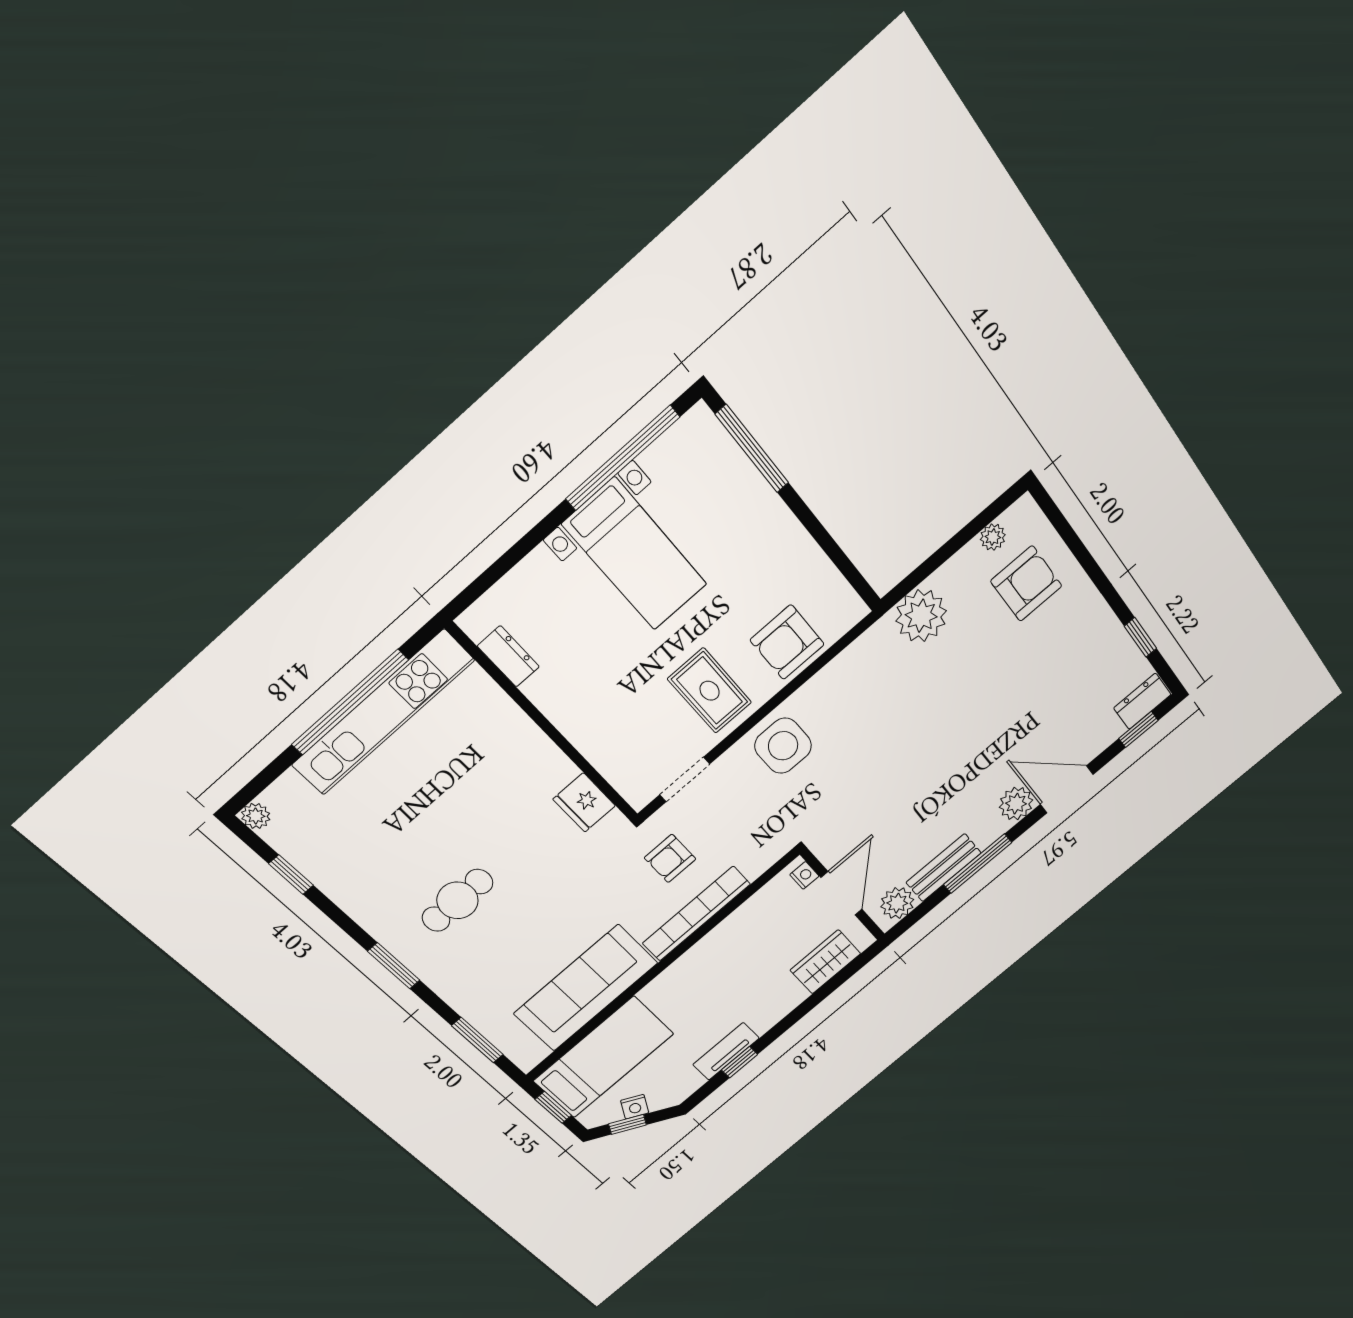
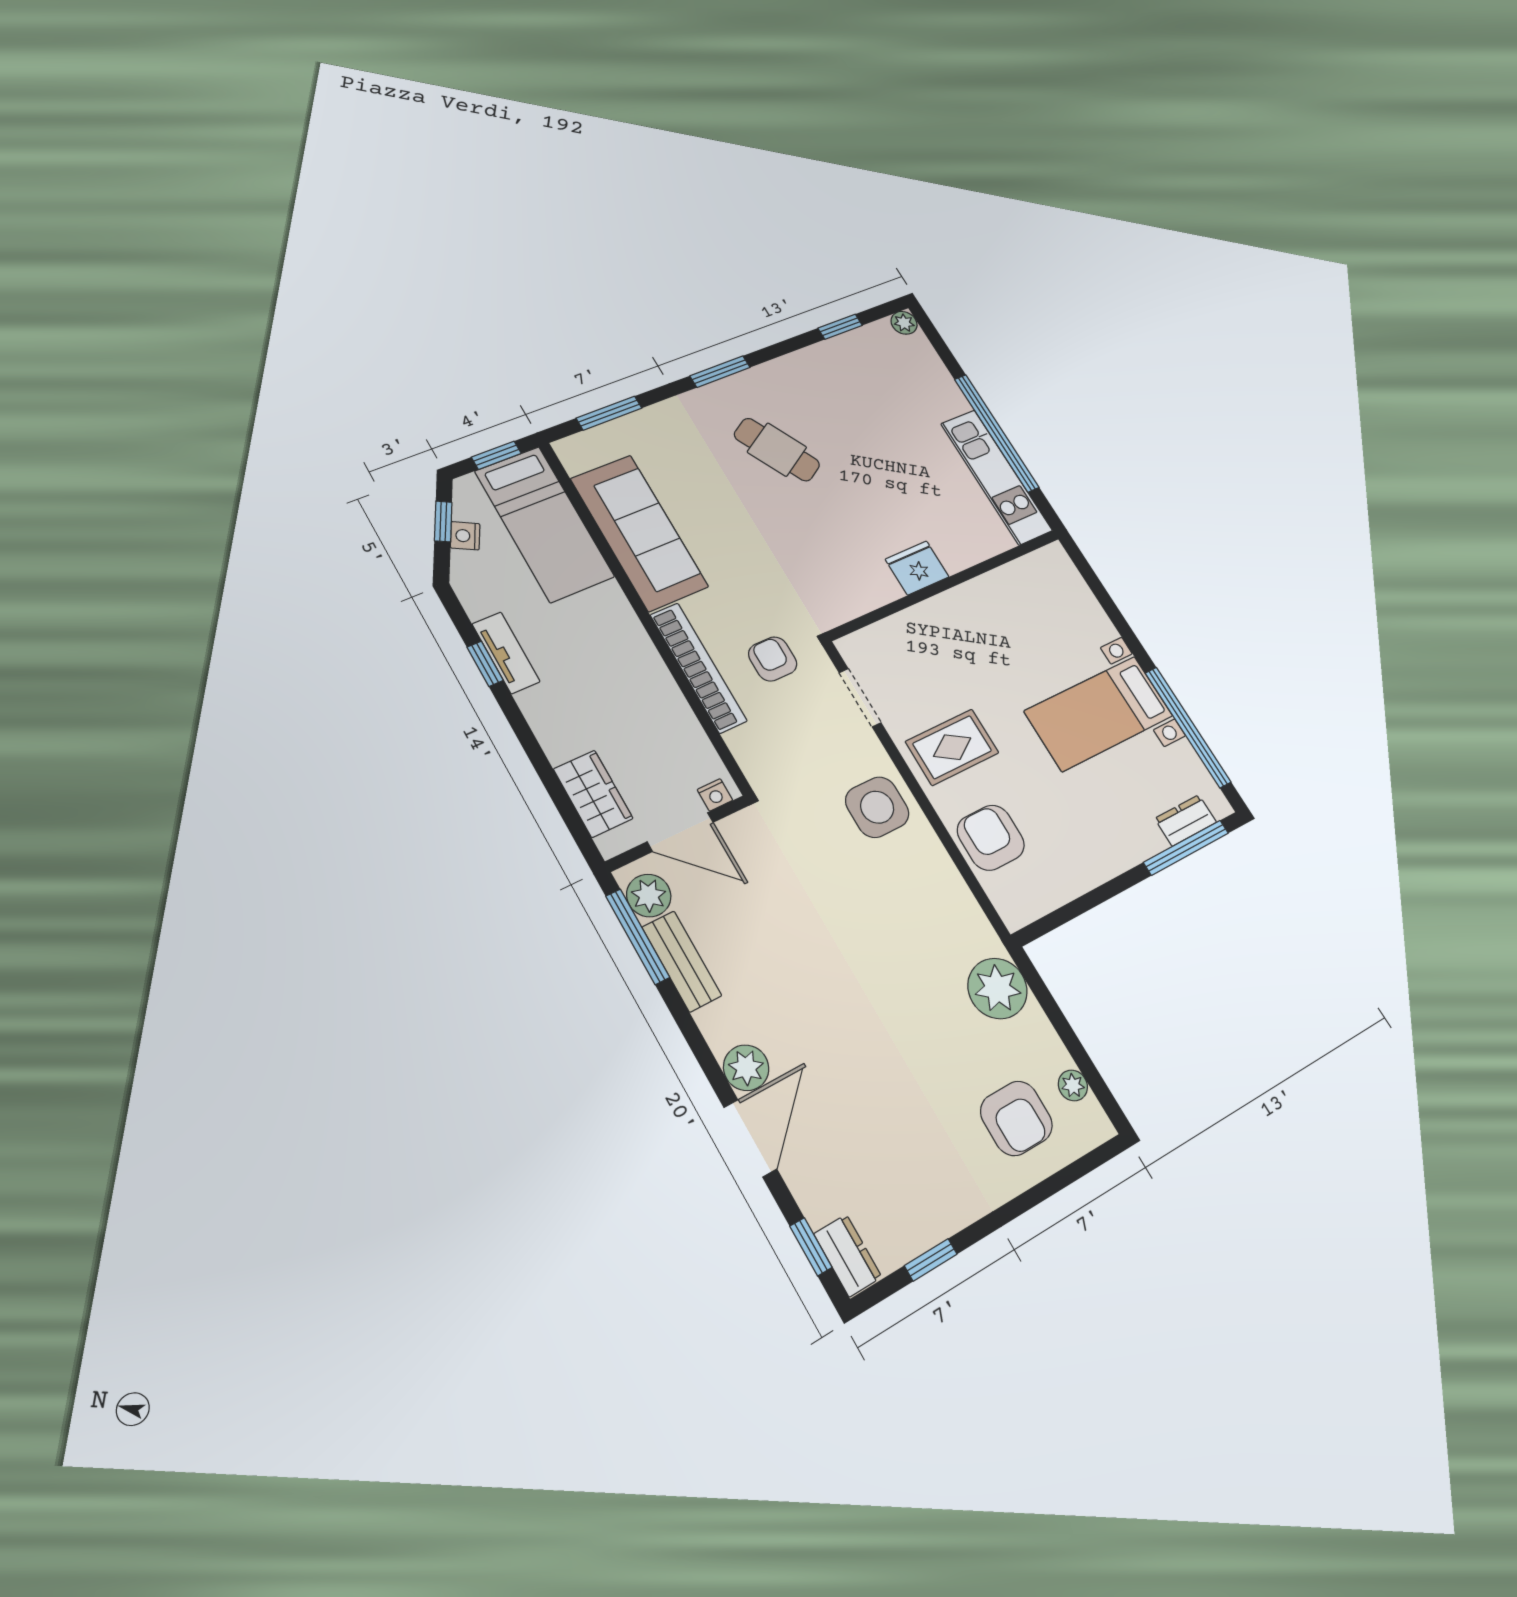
dresser: (508, 656) -> (1186, 820), moved, turned 180
kitchen unit: (383, 713) -> (996, 477), width x0.73
fridge: (584, 802) -> (917, 568), moved
window: (978, 864) -> (638, 937), moved
cafe table: (457, 900) -> (777, 450), turned -30

